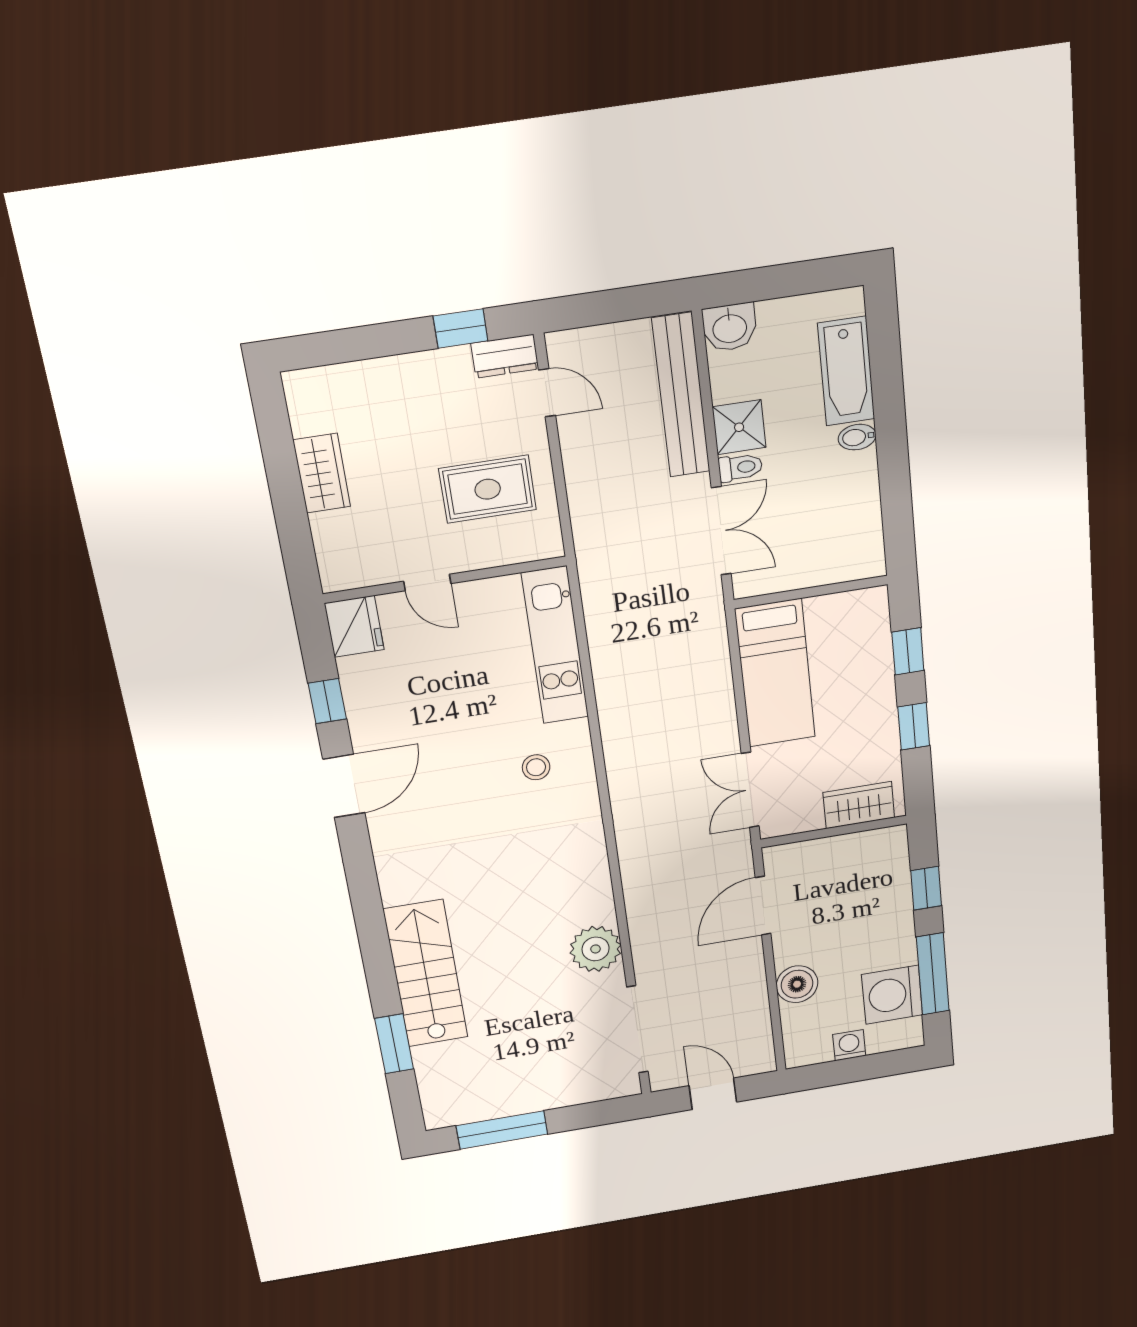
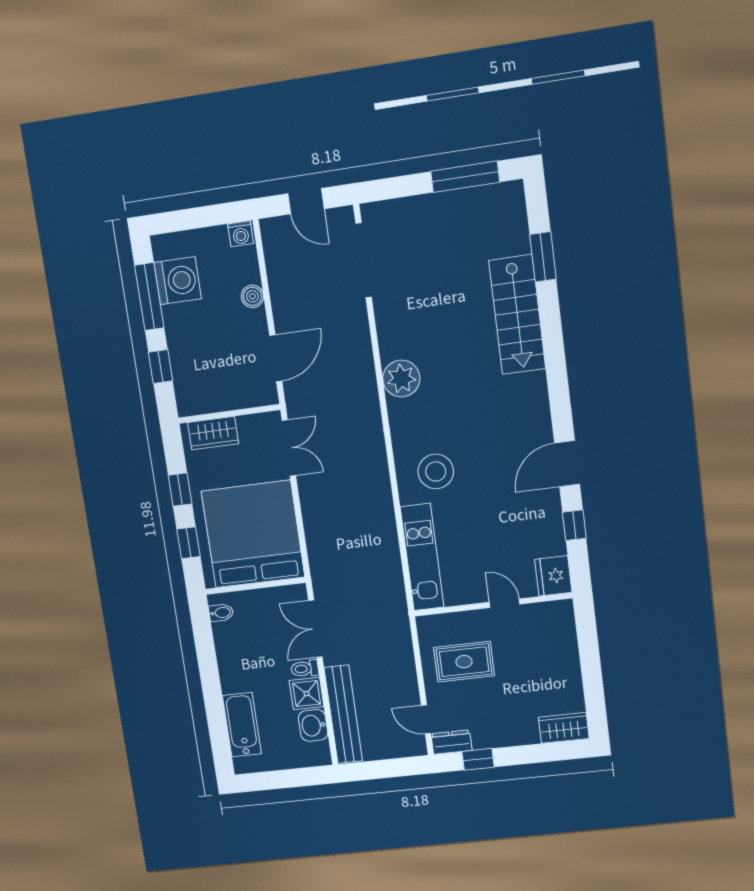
washbasin: (730, 327) -> (313, 725), moved, turned -90
bidet: (857, 437) -> (221, 613), moved
wardrobe: (322, 473) -> (564, 728), moved, turned 90
bed: (775, 673) -> (253, 534), width x2.04
stool: (536, 767) -> (436, 471), width x1.89, depth x1.89
plant: (596, 949) -> (401, 379), moved
boiler: (797, 984) -> (252, 296), width x0.73, depth x0.73
washing machine: (849, 1045) -> (241, 234), moved

